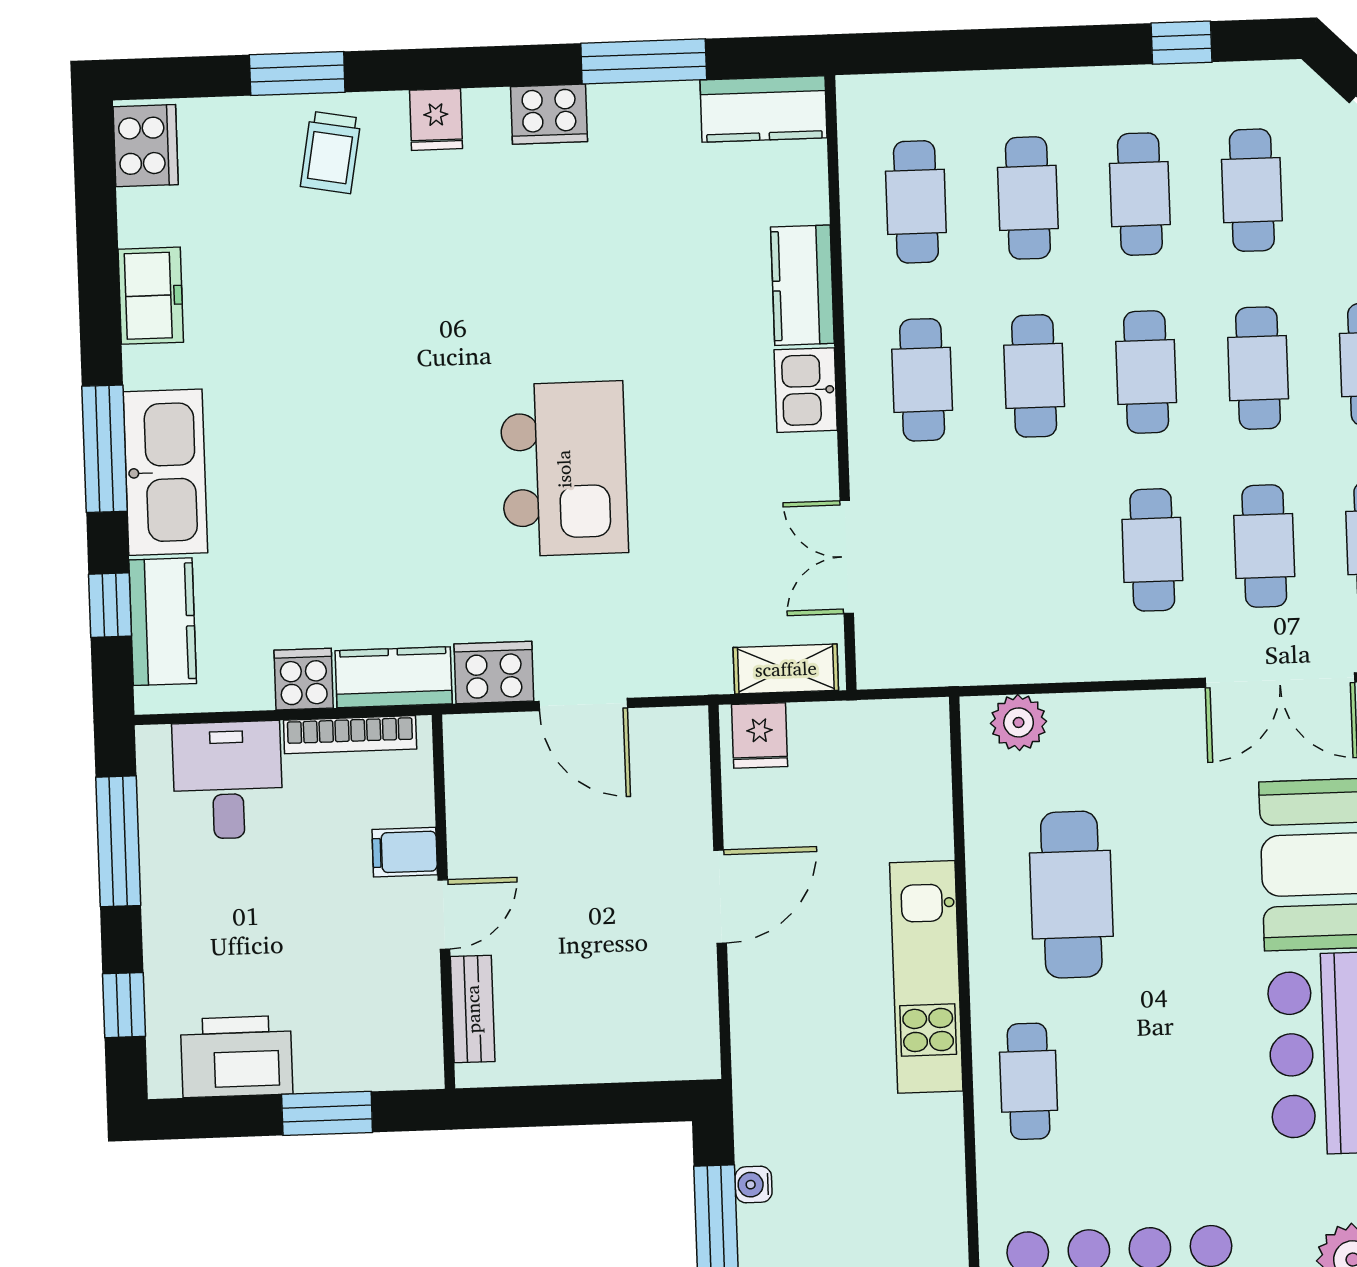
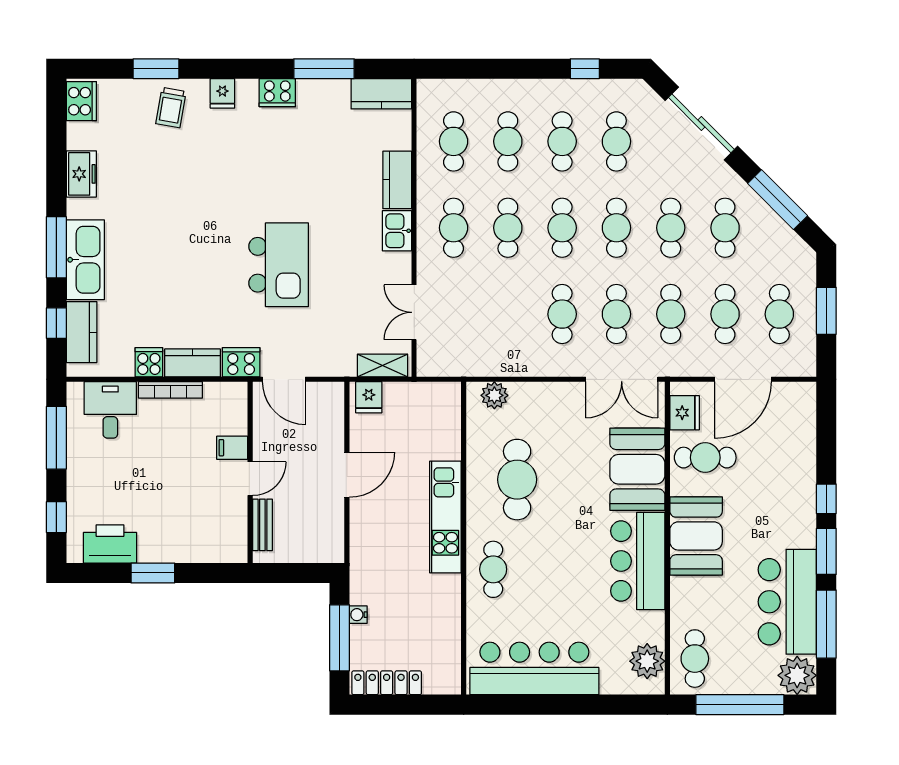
filing cabinet: (405, 852) -> (232, 448), moved
wall: (443, 902) -> (250, 472), moved
door: (444, 915) -> (250, 479), moved
bench: (473, 1009) -> (262, 525), moved

